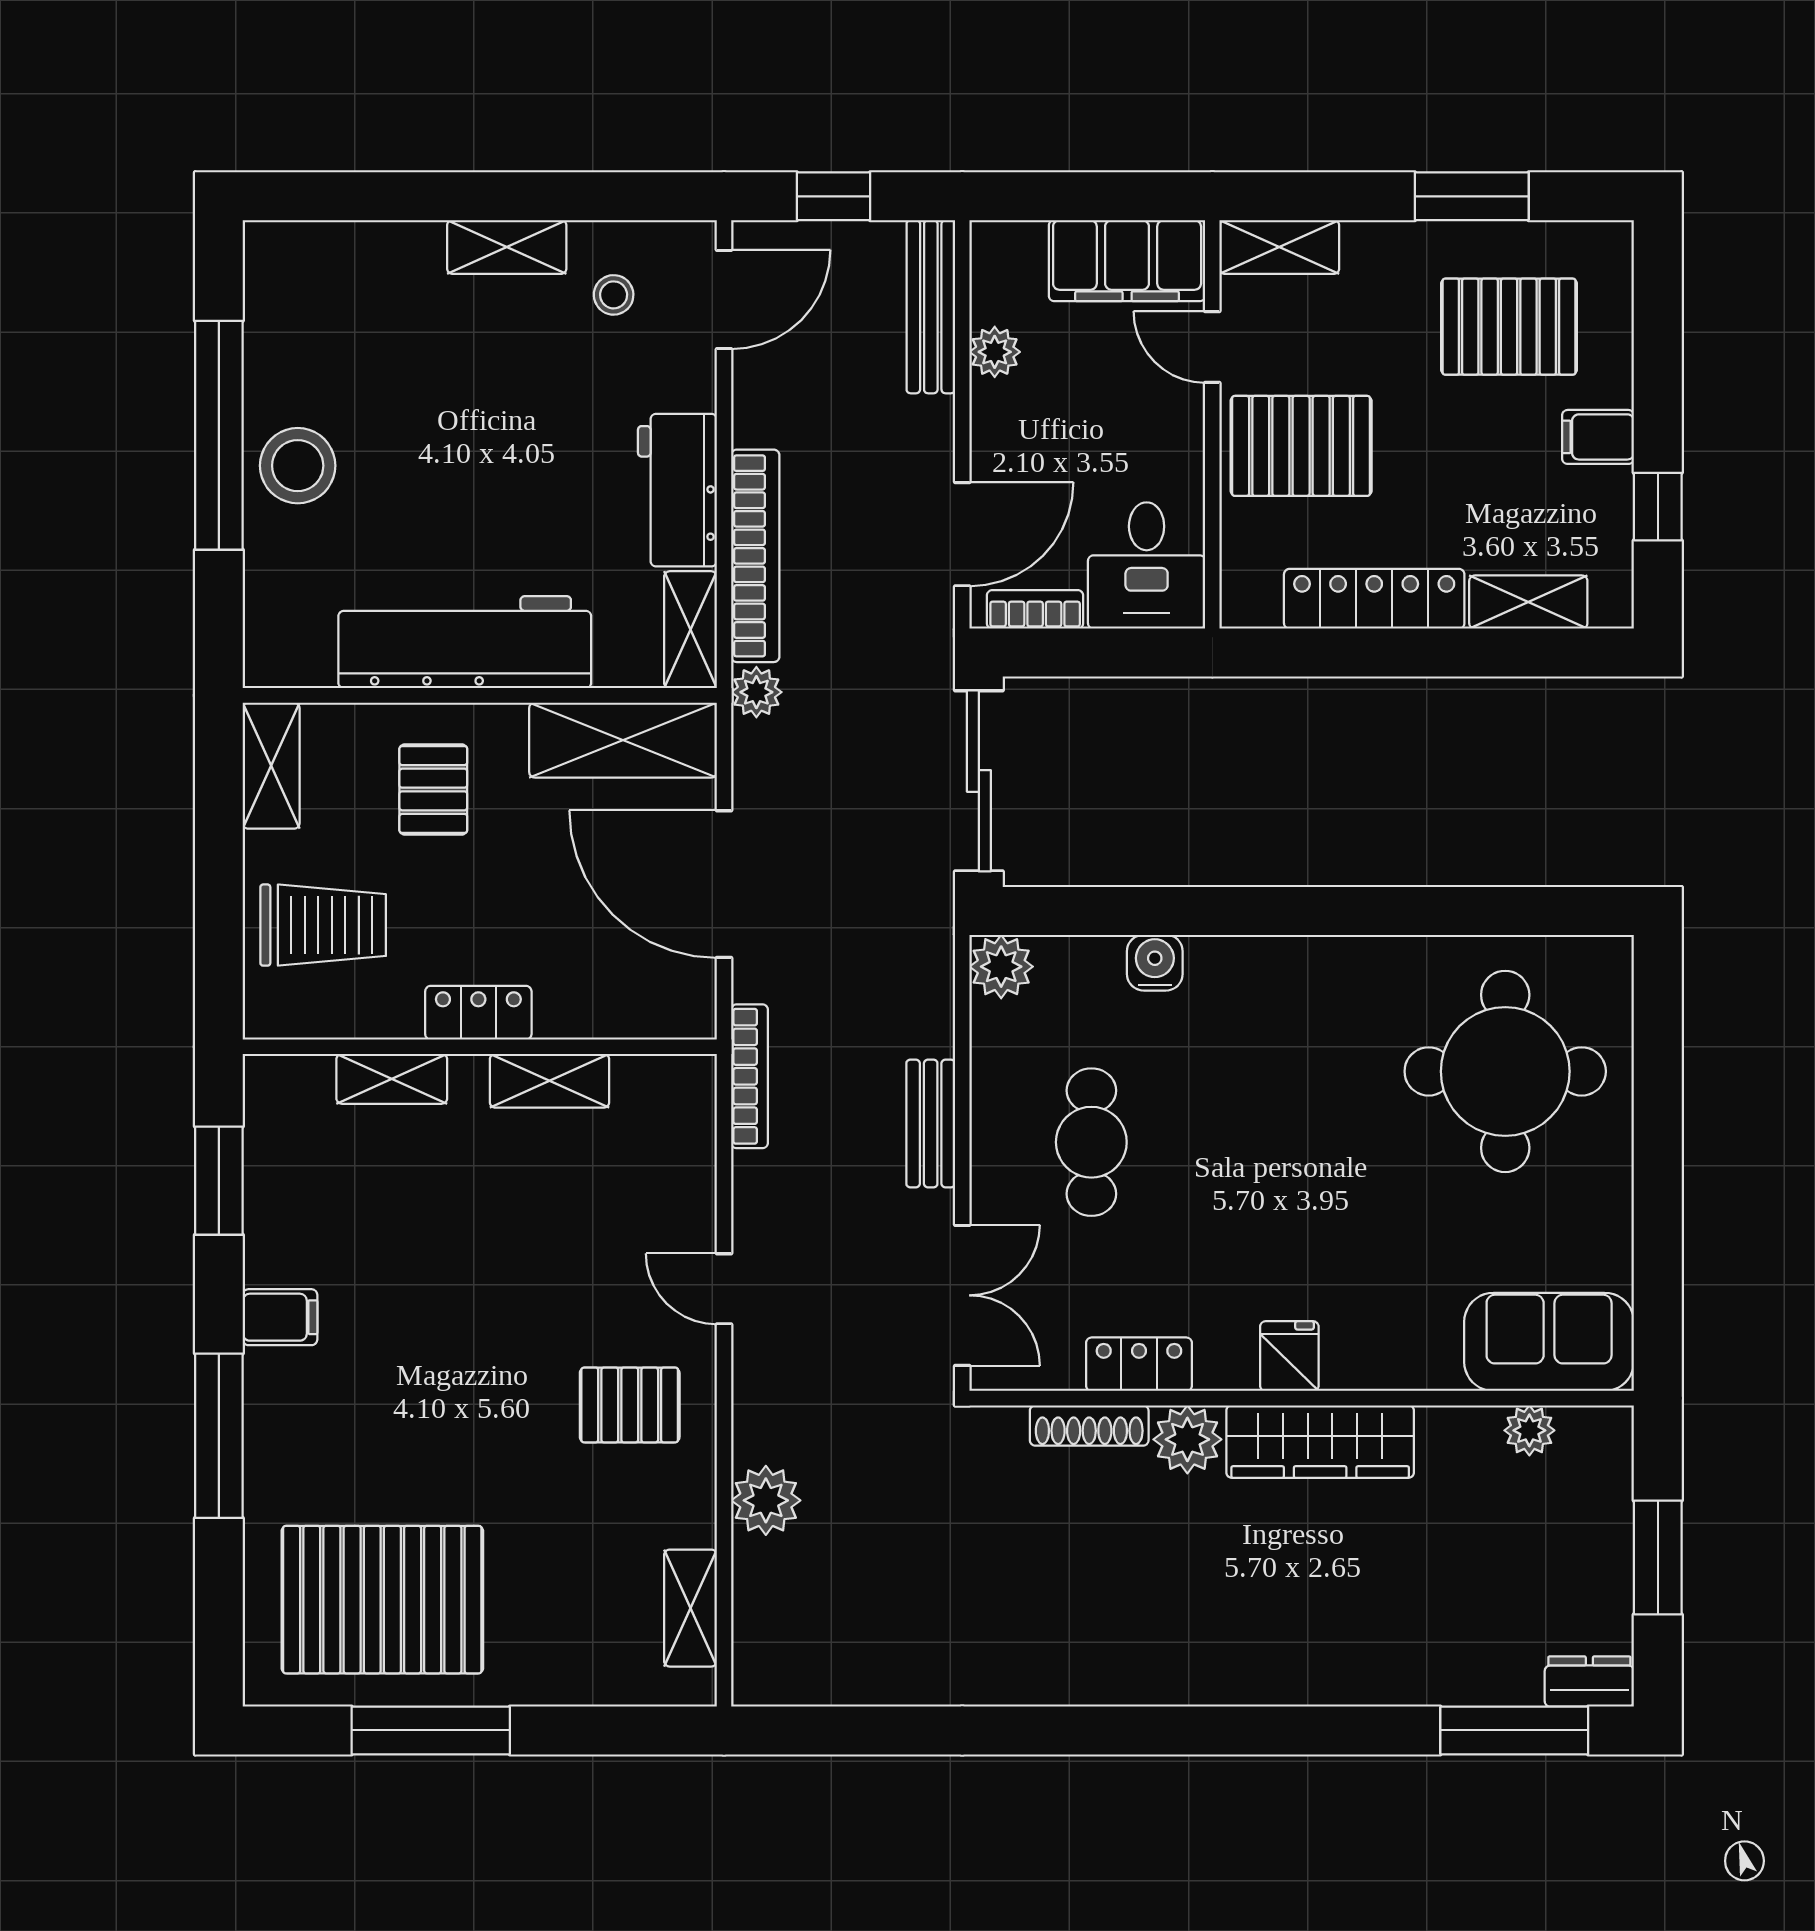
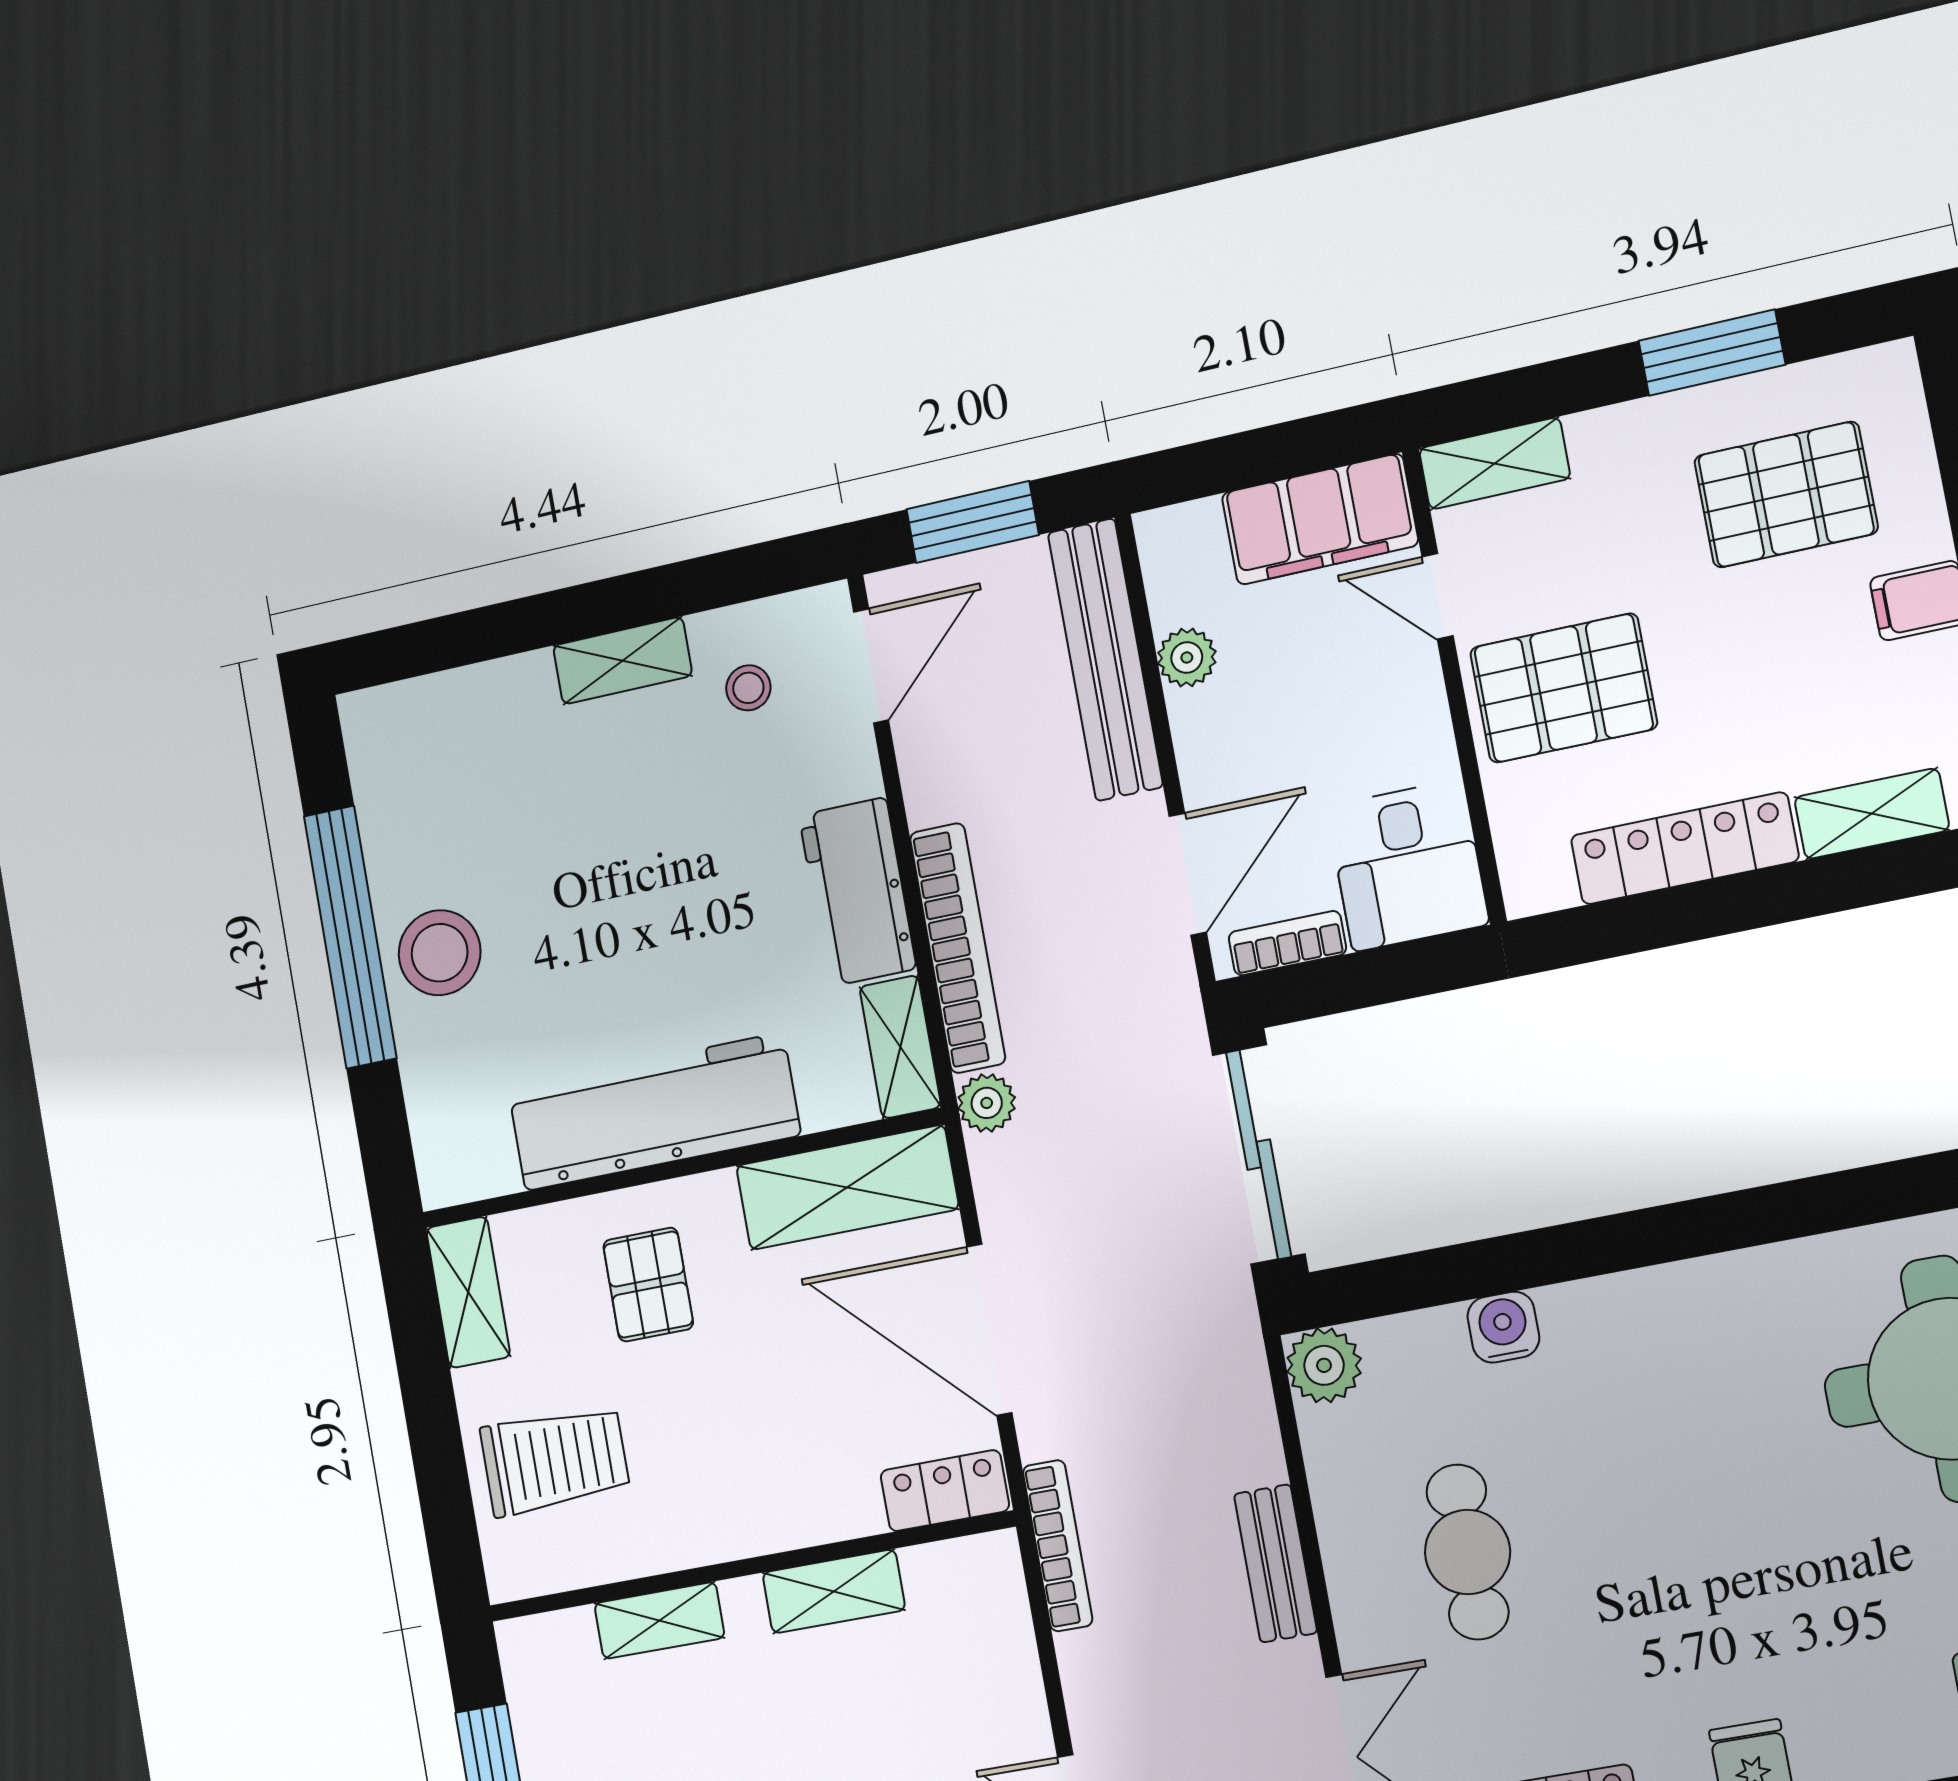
window: (834, 196) -> (972, 522), width x1.50
bench: (931, 307) -> (1105, 660), width x1.37, depth x1.21
locker: (478, 1013) -> (945, 1491), moved

